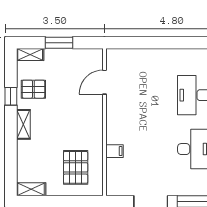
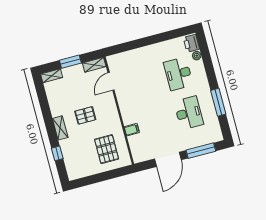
pallet: (33, 89) -> (85, 115), moved
window: (11, 96) -> (57, 153), moved
shelving: (31, 189) -> (94, 65), moved

